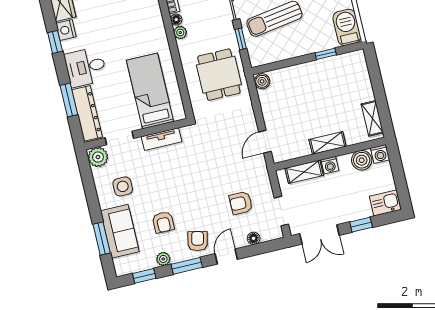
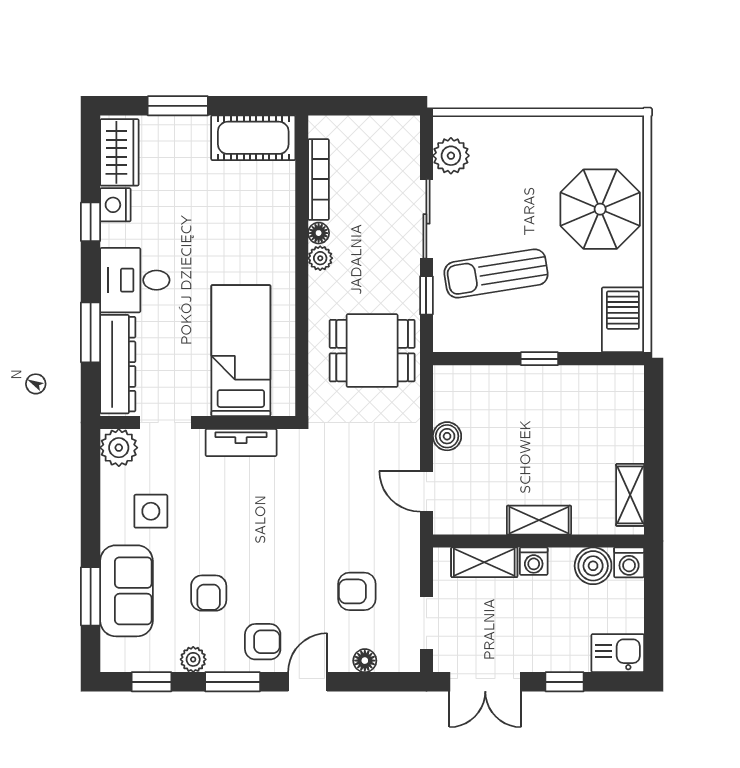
window: (326, 54) -> (539, 359), moved
dining table: (219, 75) -> (372, 351), turned 90
boiler: (262, 81) -> (447, 436), moved
door: (265, 142) -> (426, 491), hinge flipped
armchair: (198, 241) -> (263, 642), turned 77

